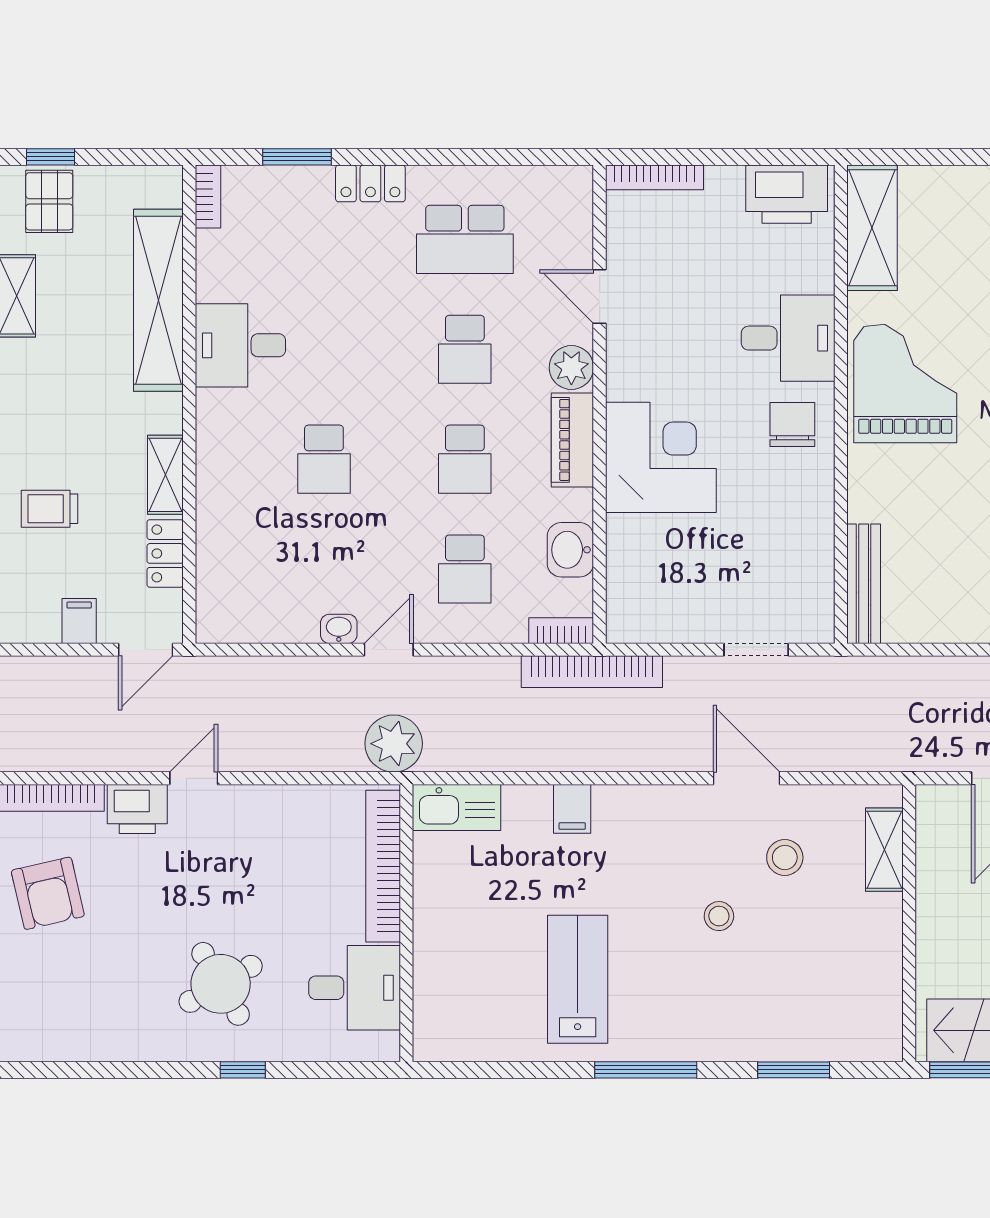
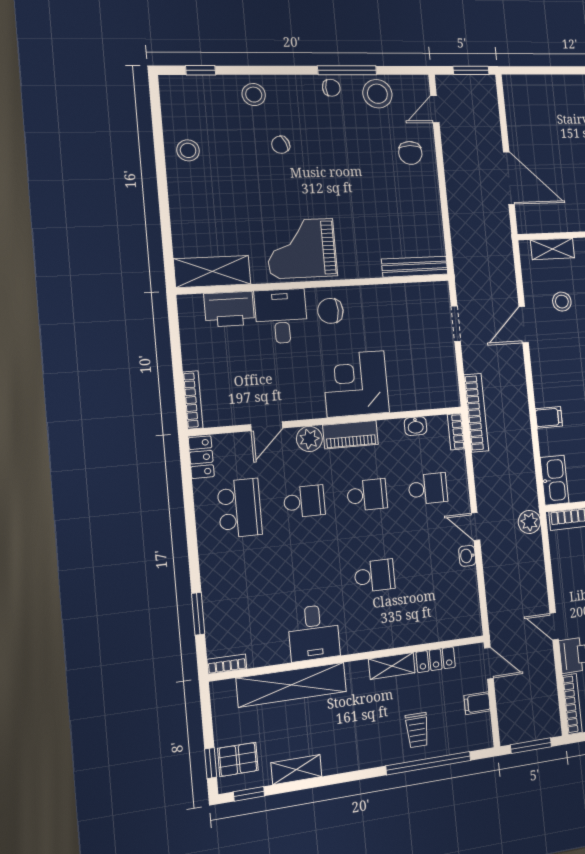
locker: (370, 183) -> (201, 457), moved
printer: (787, 194) -> (229, 309), moved, turned 90
washbasin: (570, 550) -> (416, 426), width x0.72, depth x0.69
plant: (394, 744) -> (529, 522), width x0.73, depth x0.73

